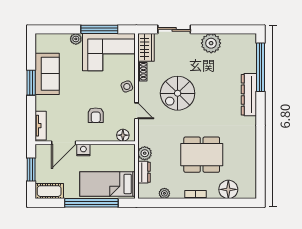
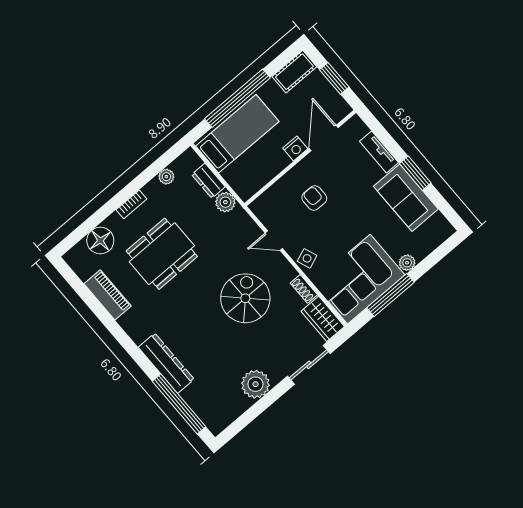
tv unit: (41, 126) -> (379, 152), moved
floor lamp: (123, 135) -> (266, 201), removed
piano: (249, 157) -> (108, 295), added

